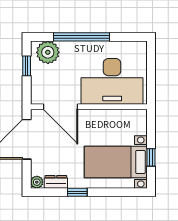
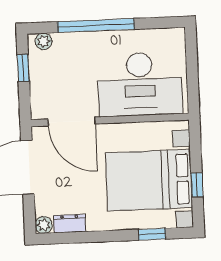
plant: (48, 52) -> (44, 41), width x0.53, depth x0.53
bed with nightstands: (116, 162) -> (149, 180), width x1.36
window: (77, 192) -> (152, 234), moved

